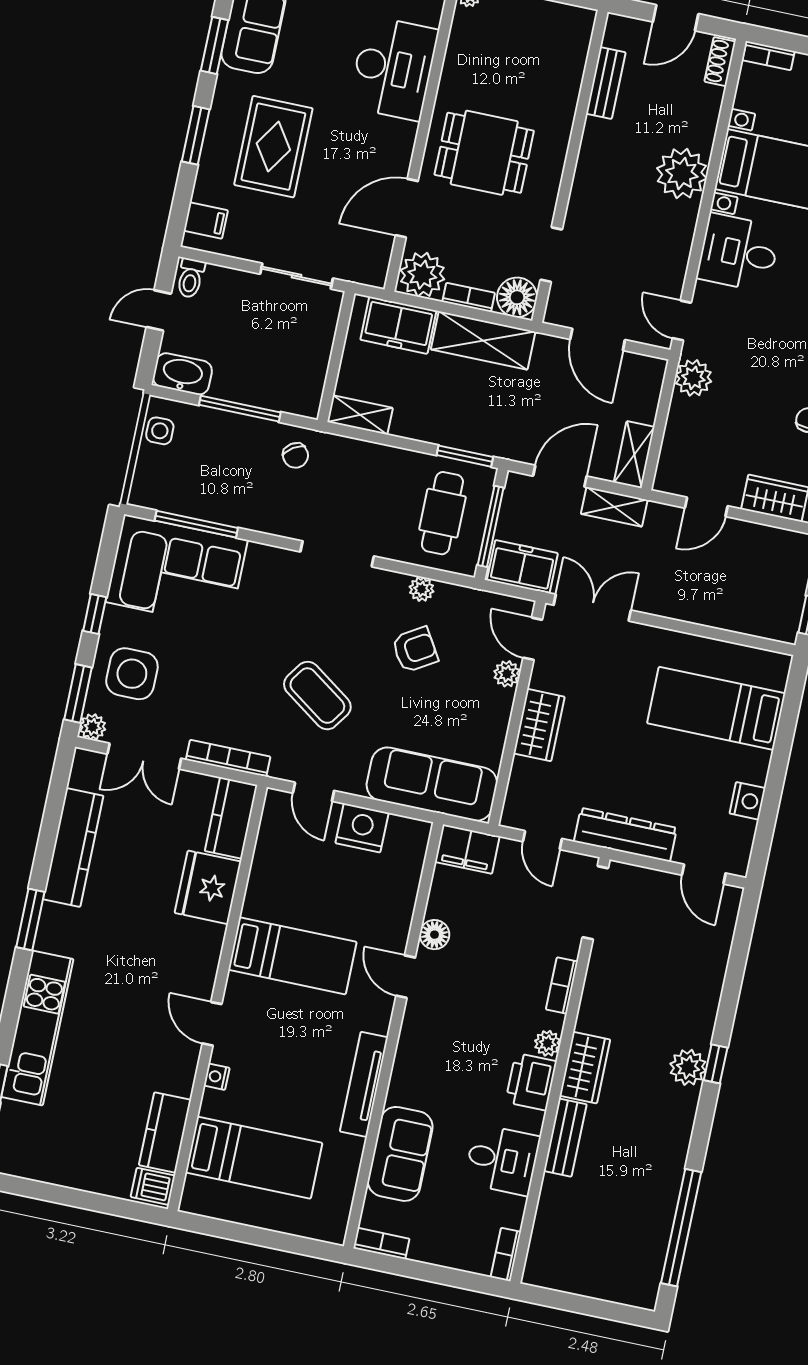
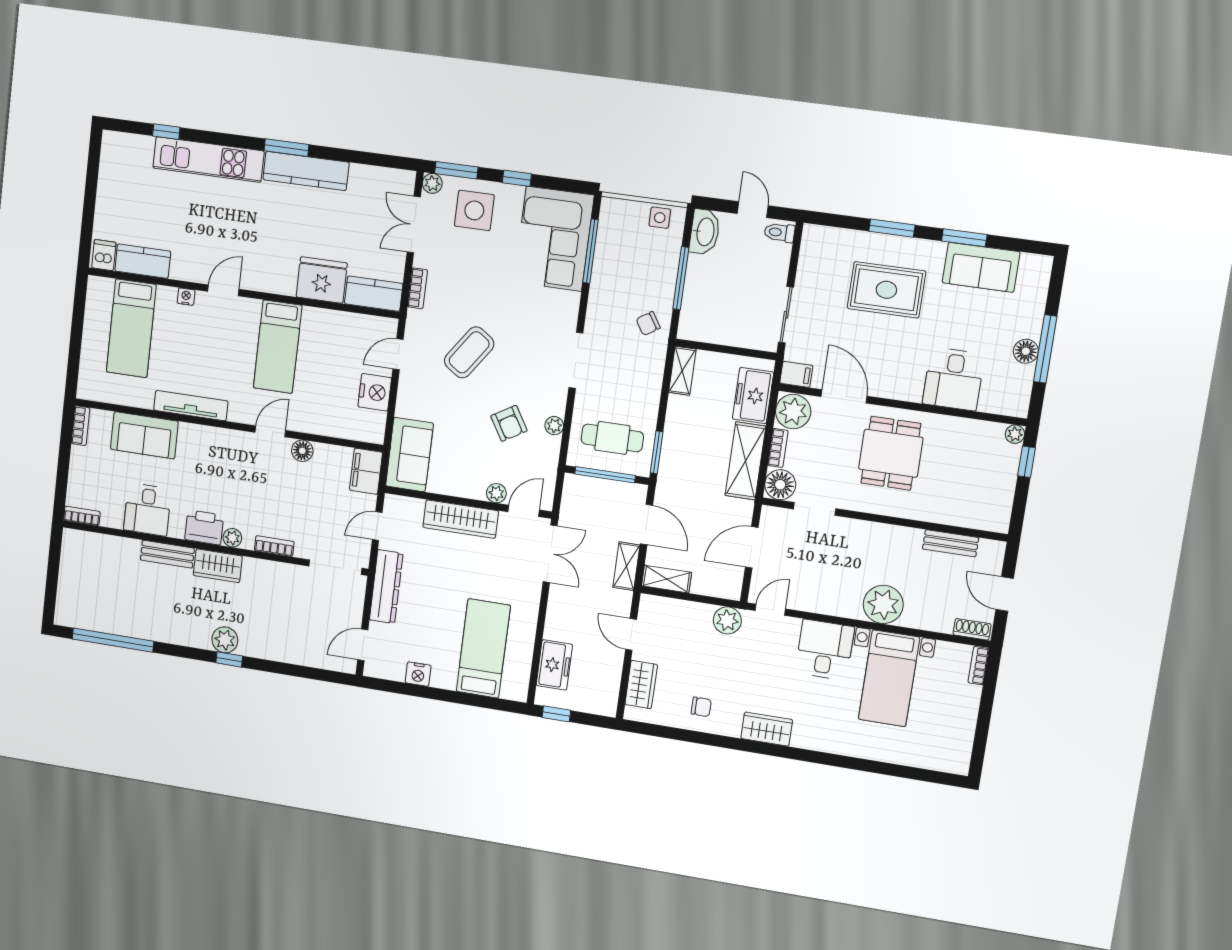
desk: (393, 68) -> (953, 379), width x0.73
filing cabinet: (206, 221) -> (796, 374), moved, turned -90
freezer: (522, 567) -> (554, 665), moved
wardrobe: (539, 725) -> (461, 519), width x1.50
bookcase: (228, 758) -> (417, 288), width x0.64
sofa: (432, 784) -> (409, 455), width x0.73
kitchen counter: (73, 847) -> (306, 171), moved

